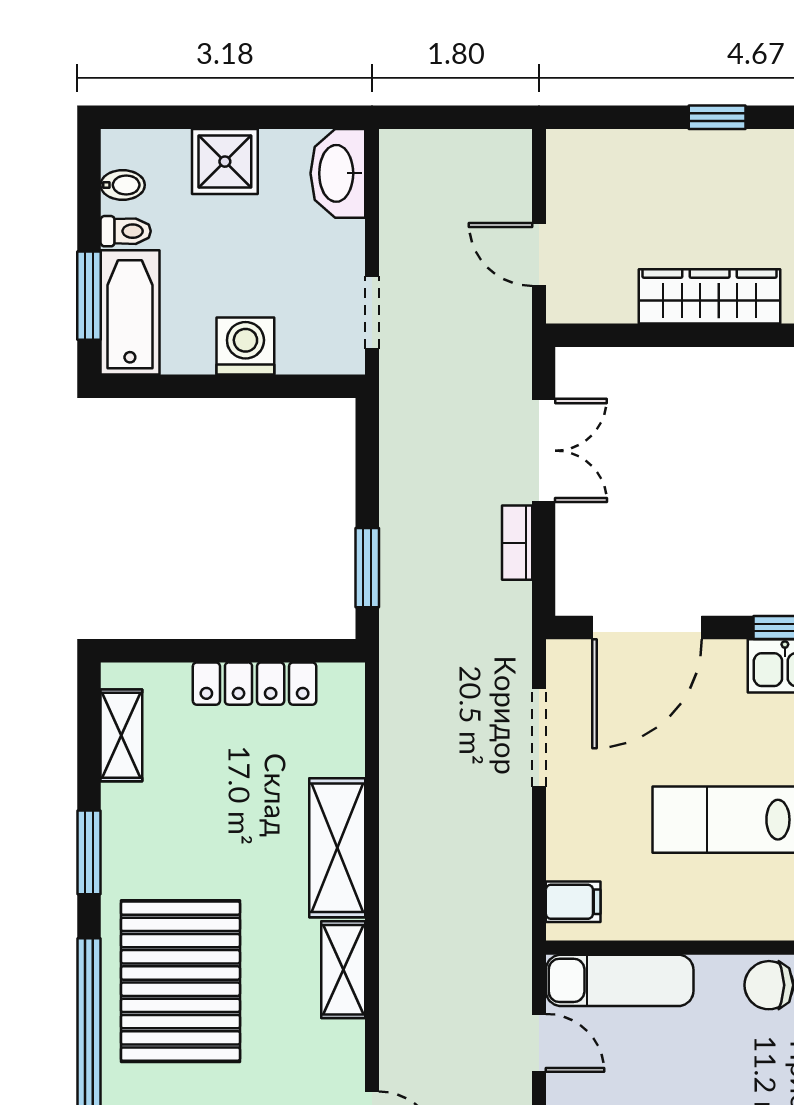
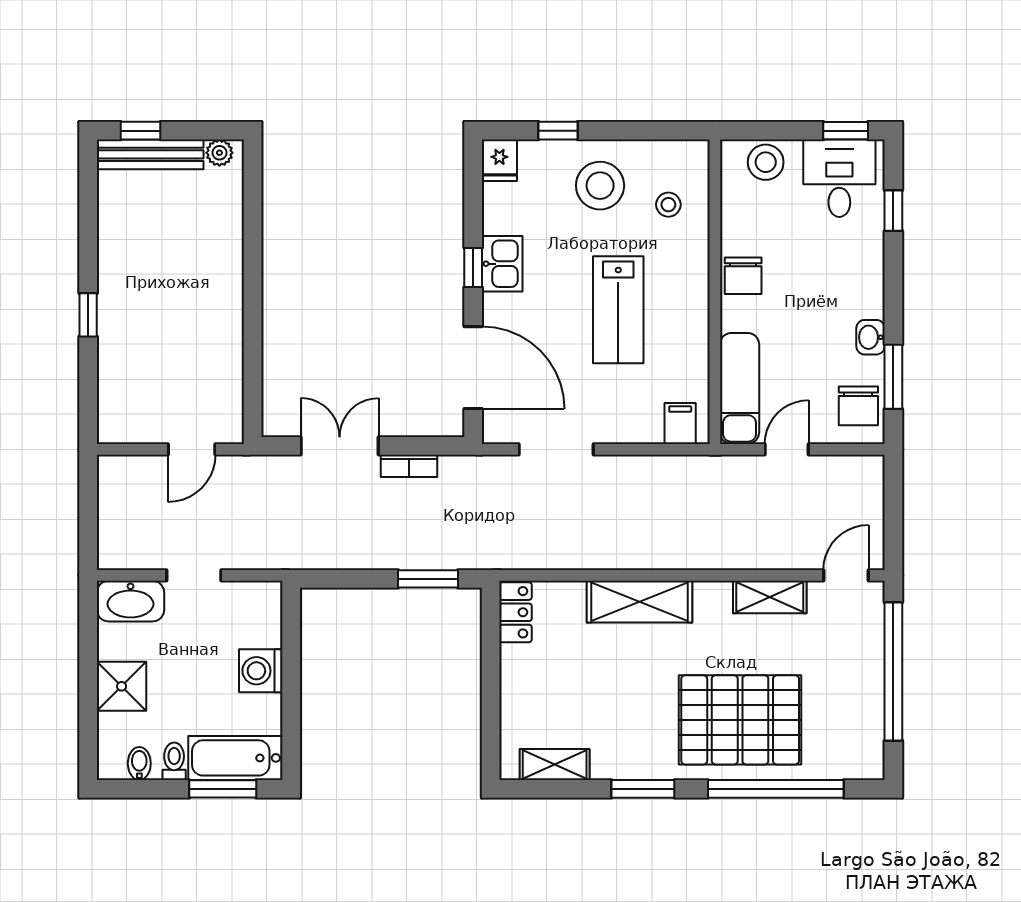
wardrobe: (710, 296) -> (223, 321), removed
doorway: (372, 313) -> (194, 575), moved
locker: (255, 684) -> (516, 612), moved, width x0.66
shelving: (343, 970) -> (770, 597), moved

